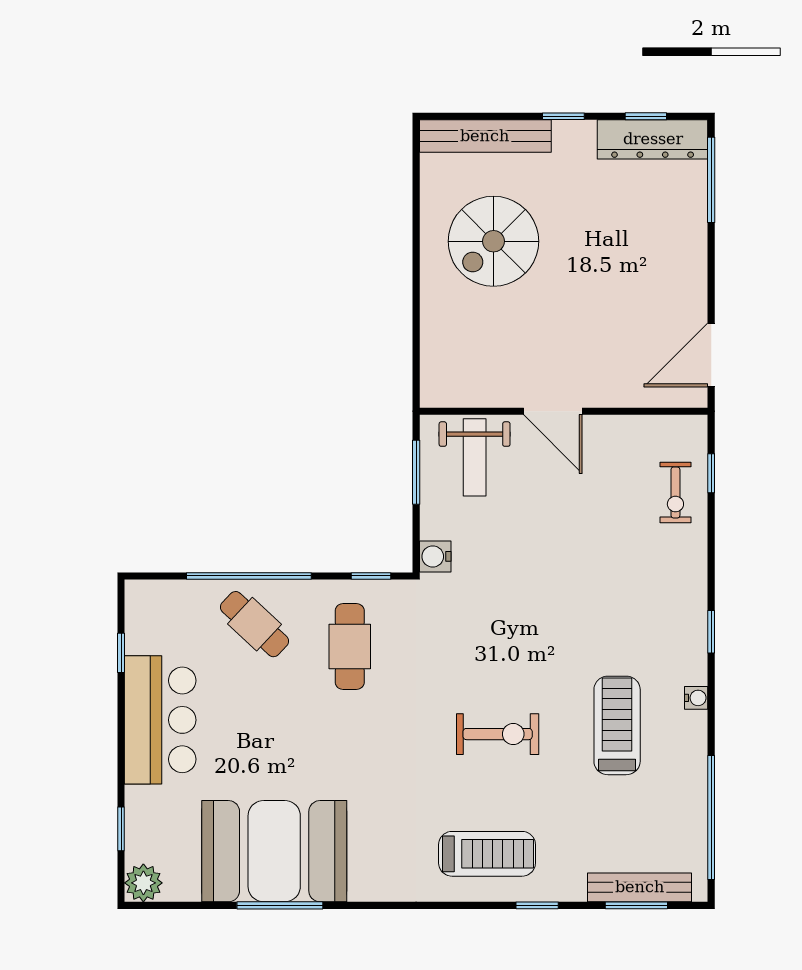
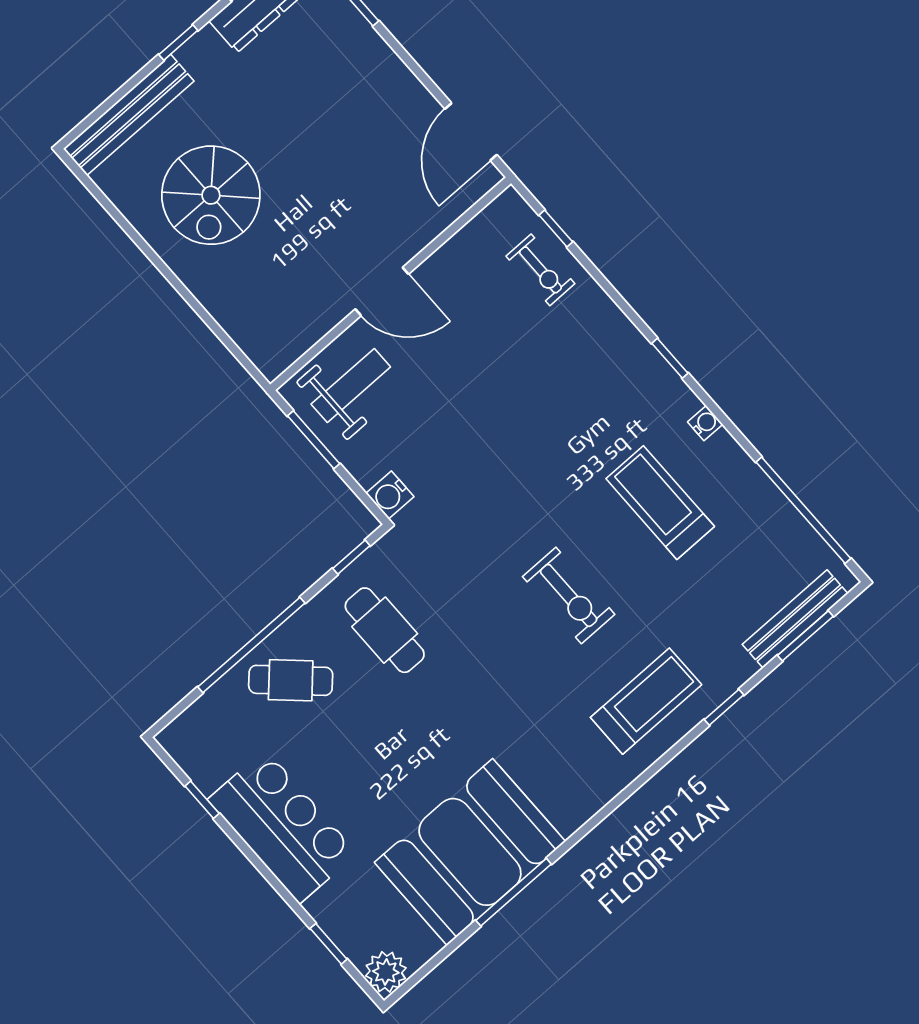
weight bench: (475, 457) -> (351, 386), turned -90
exercise bike: (498, 734) -> (569, 595), turned 90

